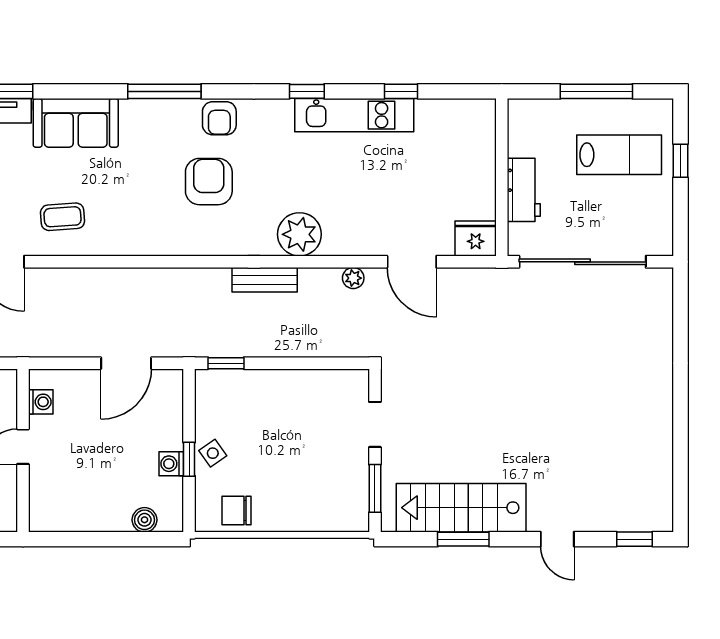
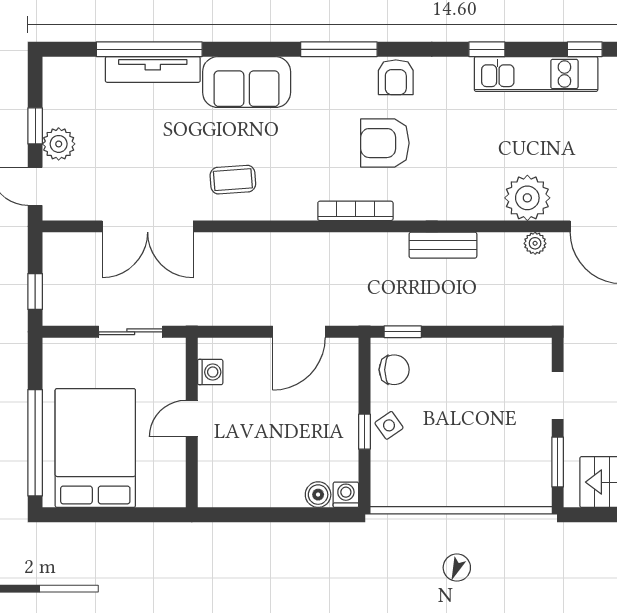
armchair: (209, 182) -> (385, 143), turned -90
plant: (299, 234) -> (527, 198), moved
bookcase: (180, 247) -> (355, 211), added
washing machine: (171, 464) -> (346, 495), moved, turned 90
chair: (236, 510) -> (394, 370), moved, turned 180

